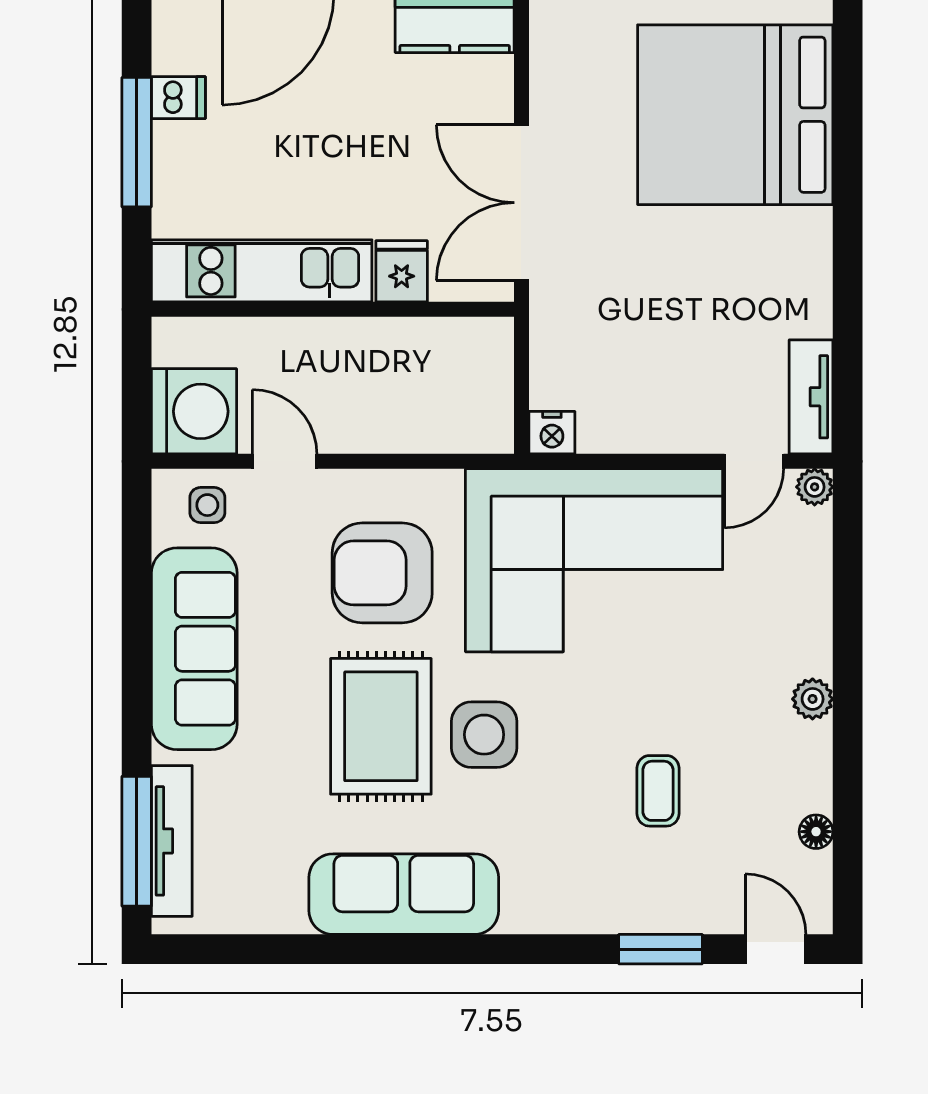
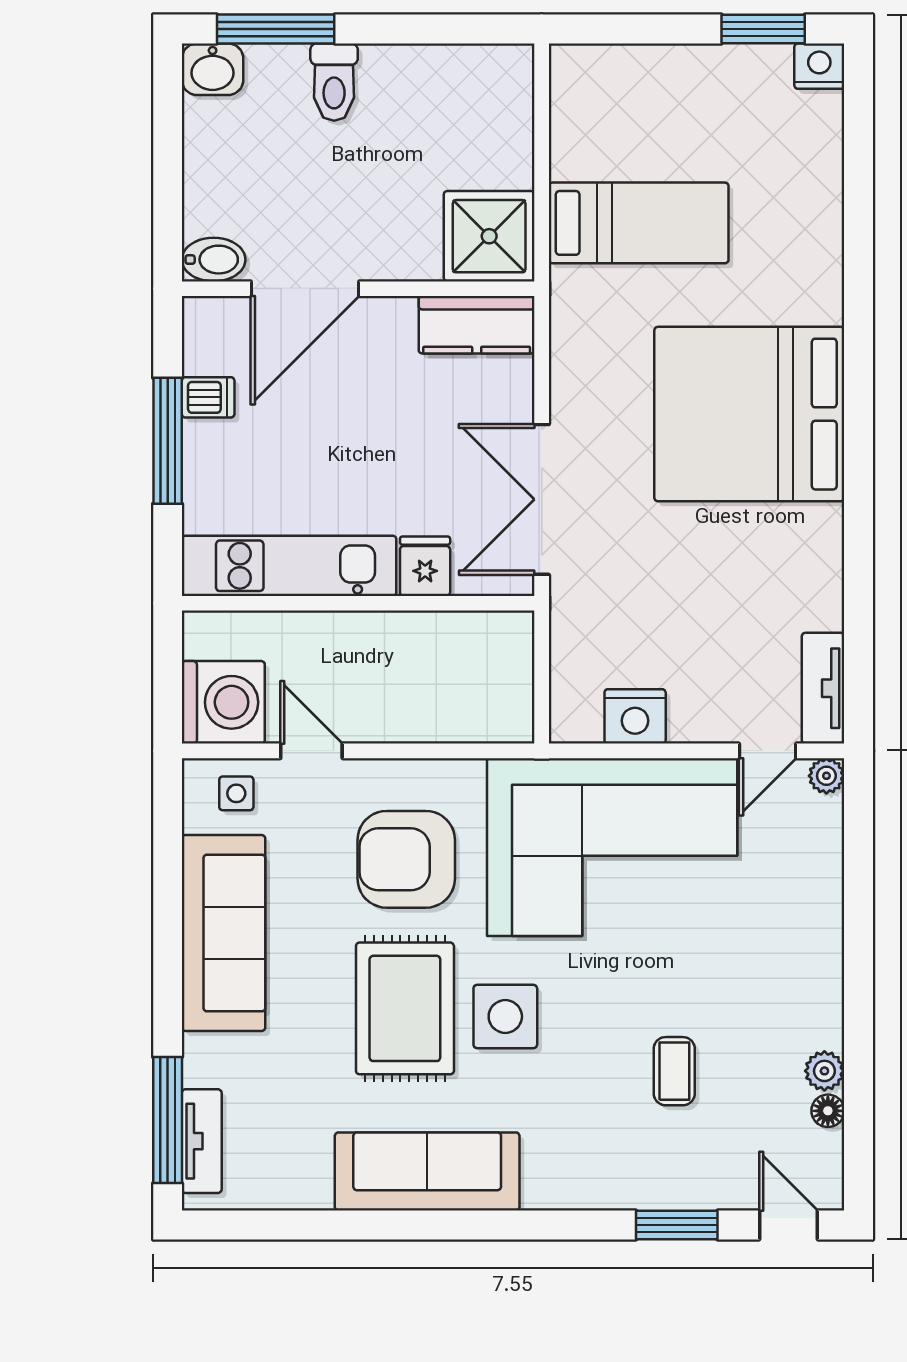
nightstand: (552, 433) -> (635, 716), moved, width x1.36, depth x1.33
plant: (813, 699) -> (824, 1071), moved
tv unit: (172, 841) -> (202, 1141), width x0.71

